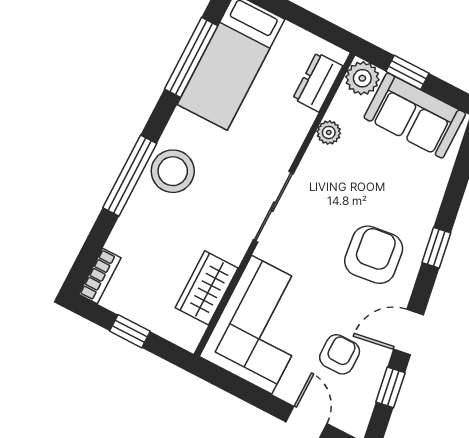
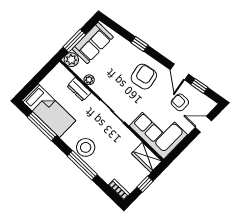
window: (407, 72) -> (74, 41), width x1.50
dresser: (318, 82) -> (79, 89), moved
window: (436, 248) -> (139, 44), moved
armchair: (374, 255) -> (144, 77), turned 86
wardrobe: (207, 288) -> (147, 157), moved

